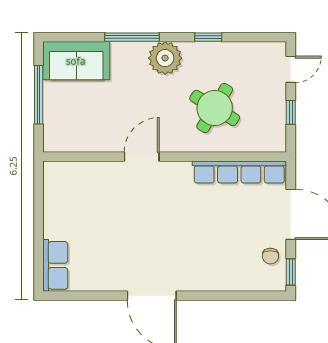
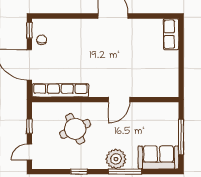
plant: (165, 58) -> (116, 159), moved
round table: (215, 108) -> (75, 129), turned 34

